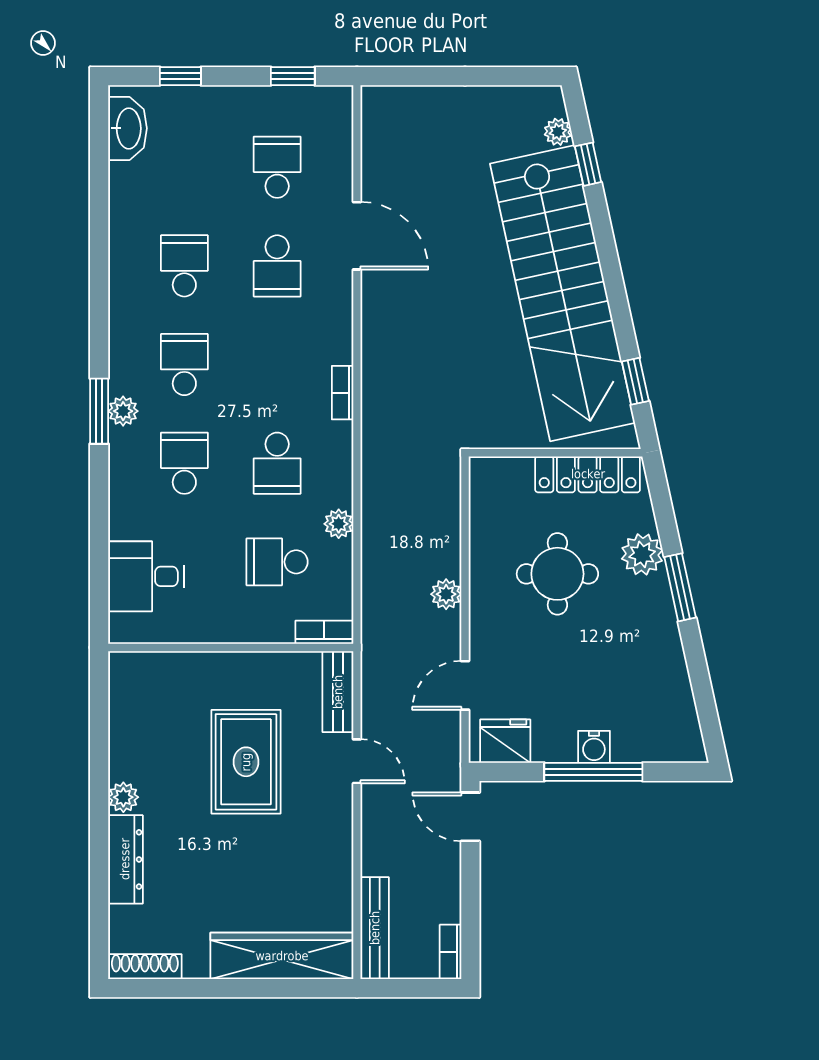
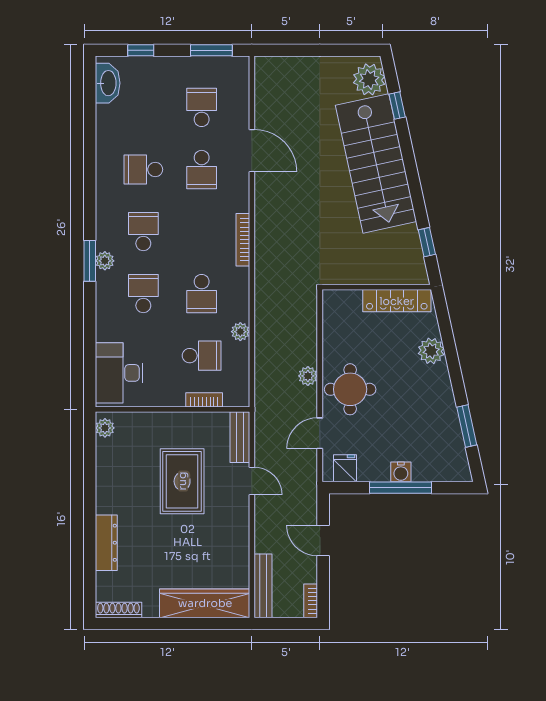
window: (293, 76) -> (211, 50), width x1.50
plant: (558, 132) -> (369, 79), width x1.88, depth x1.88
school desk: (184, 266) -> (143, 170), turned -90
stairs: (562, 293) -> (376, 163), width x0.73
bookcase: (343, 393) -> (243, 240), width x1.56
school desk: (277, 562) -> (202, 356), turned 180
round table: (557, 574) -> (350, 389), moved
desk: (146, 576) -> (119, 373), width x1.37
window: (680, 587) -> (467, 426), moved
bookcase: (324, 632) -> (204, 400), moved
fridge: (505, 741) -> (345, 468), width x0.72
plant: (123, 797) -> (105, 428), moved
door: (470, 817) -> (323, 541), moved

